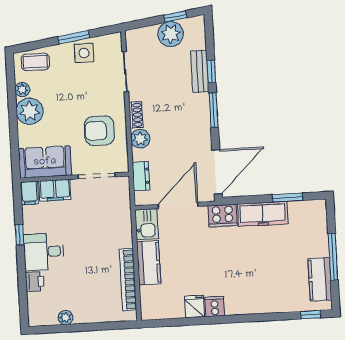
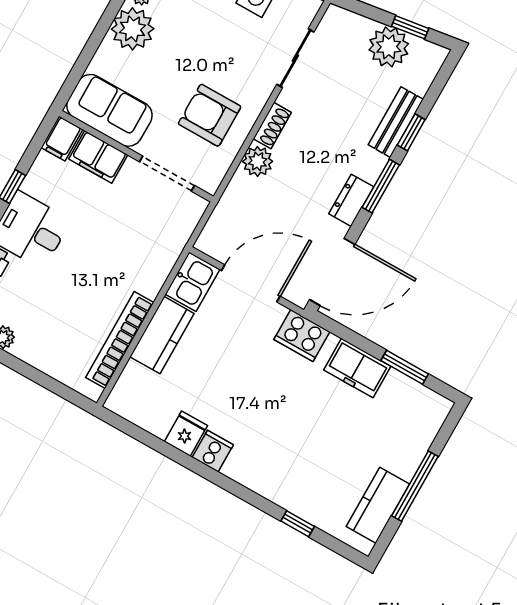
dresser: (141, 176) -> (351, 200), moved, turned 180
freezer: (263, 214) -> (357, 368), width x0.71
window: (311, 315) -> (298, 524), moved

